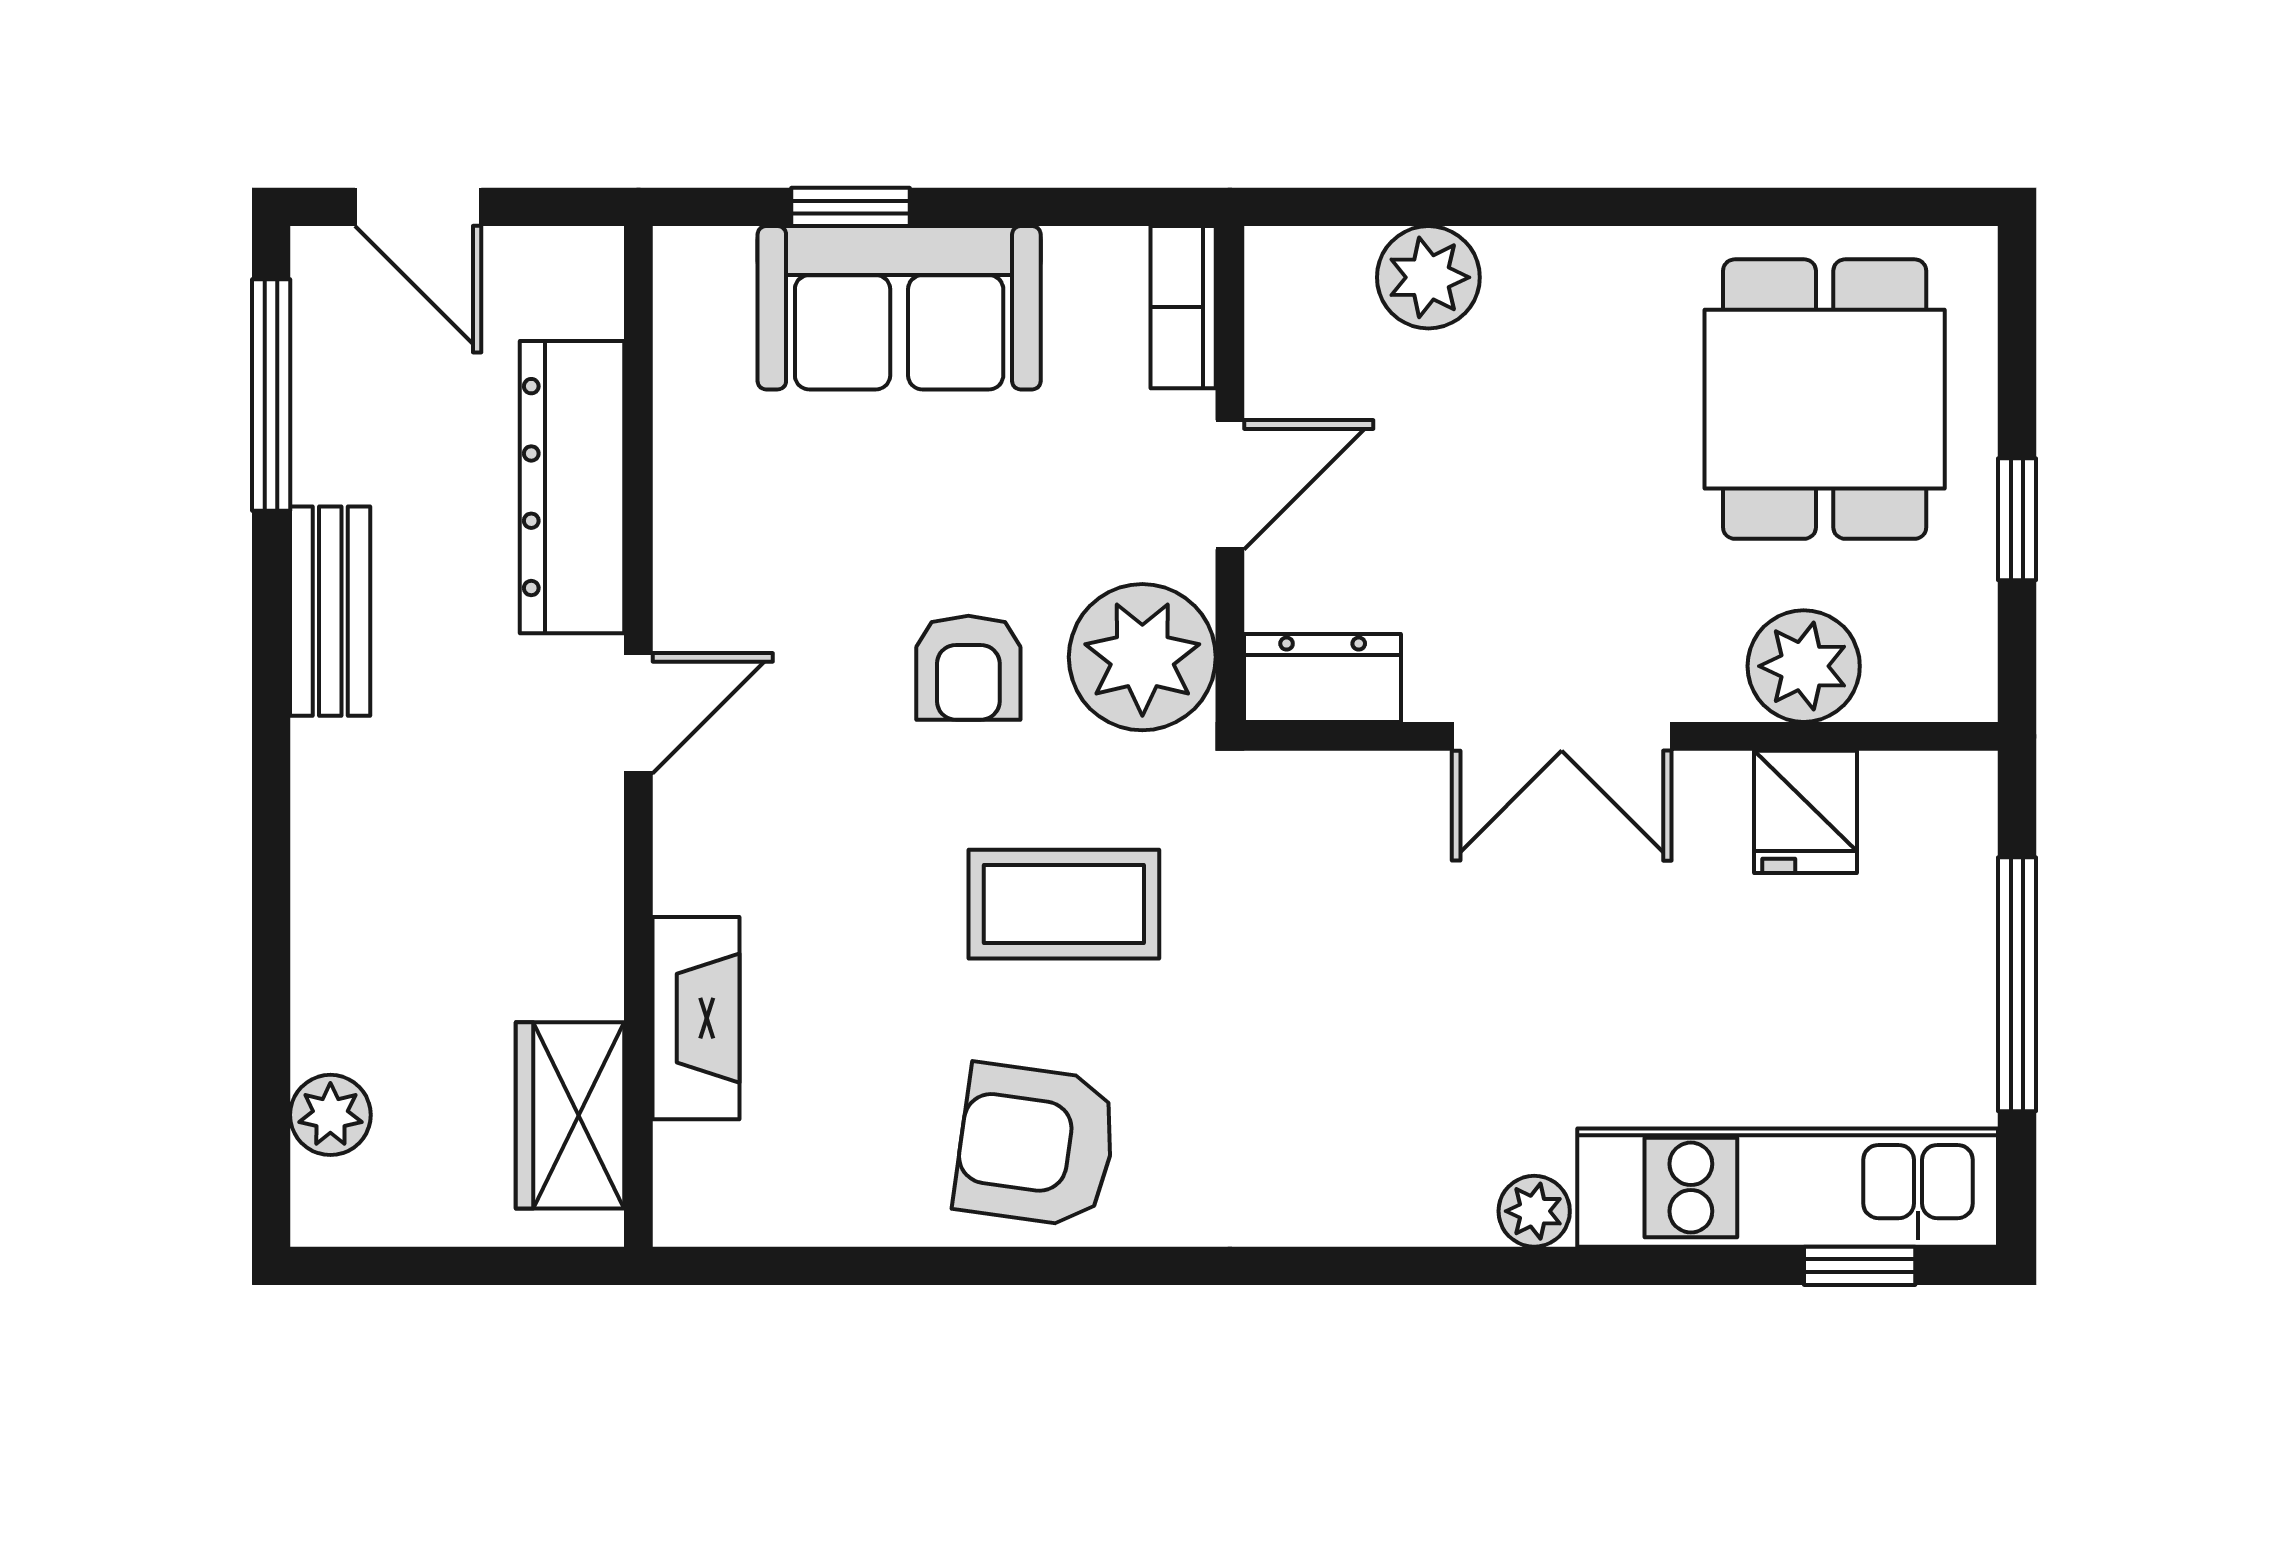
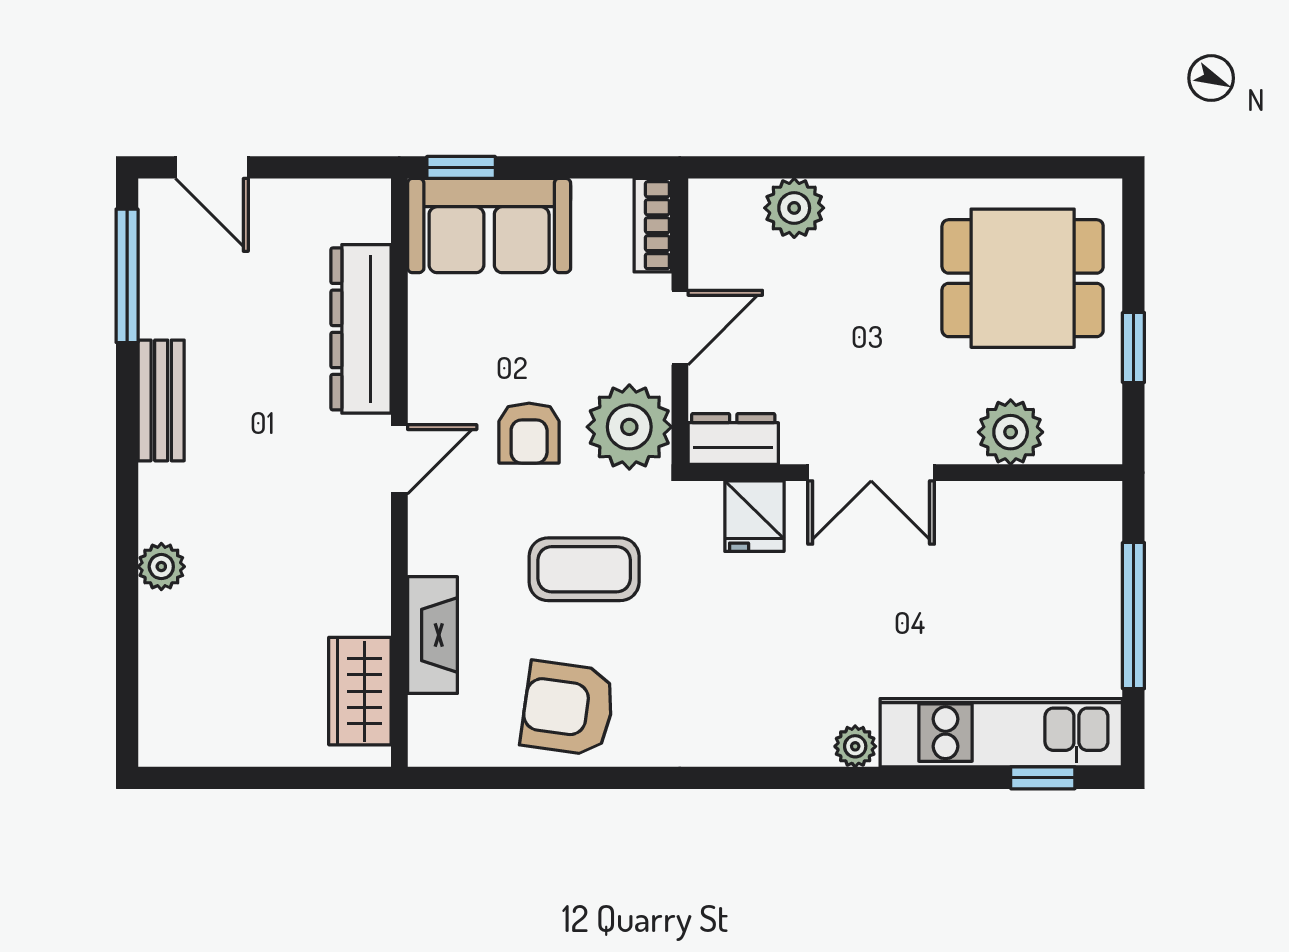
dining table: (1825, 399) -> (1023, 278), turned 90
dresser: (572, 487) -> (361, 329), moved
door: (638, 713) -> (399, 459), moved
wall: (638, 736) -> (399, 473), moved
fridge: (1805, 812) -> (754, 516), moved
fireplace: (696, 1018) -> (433, 635), moved
plant: (330, 1115) -> (161, 567), moved
wardrobe: (570, 1115) -> (360, 691), moved

